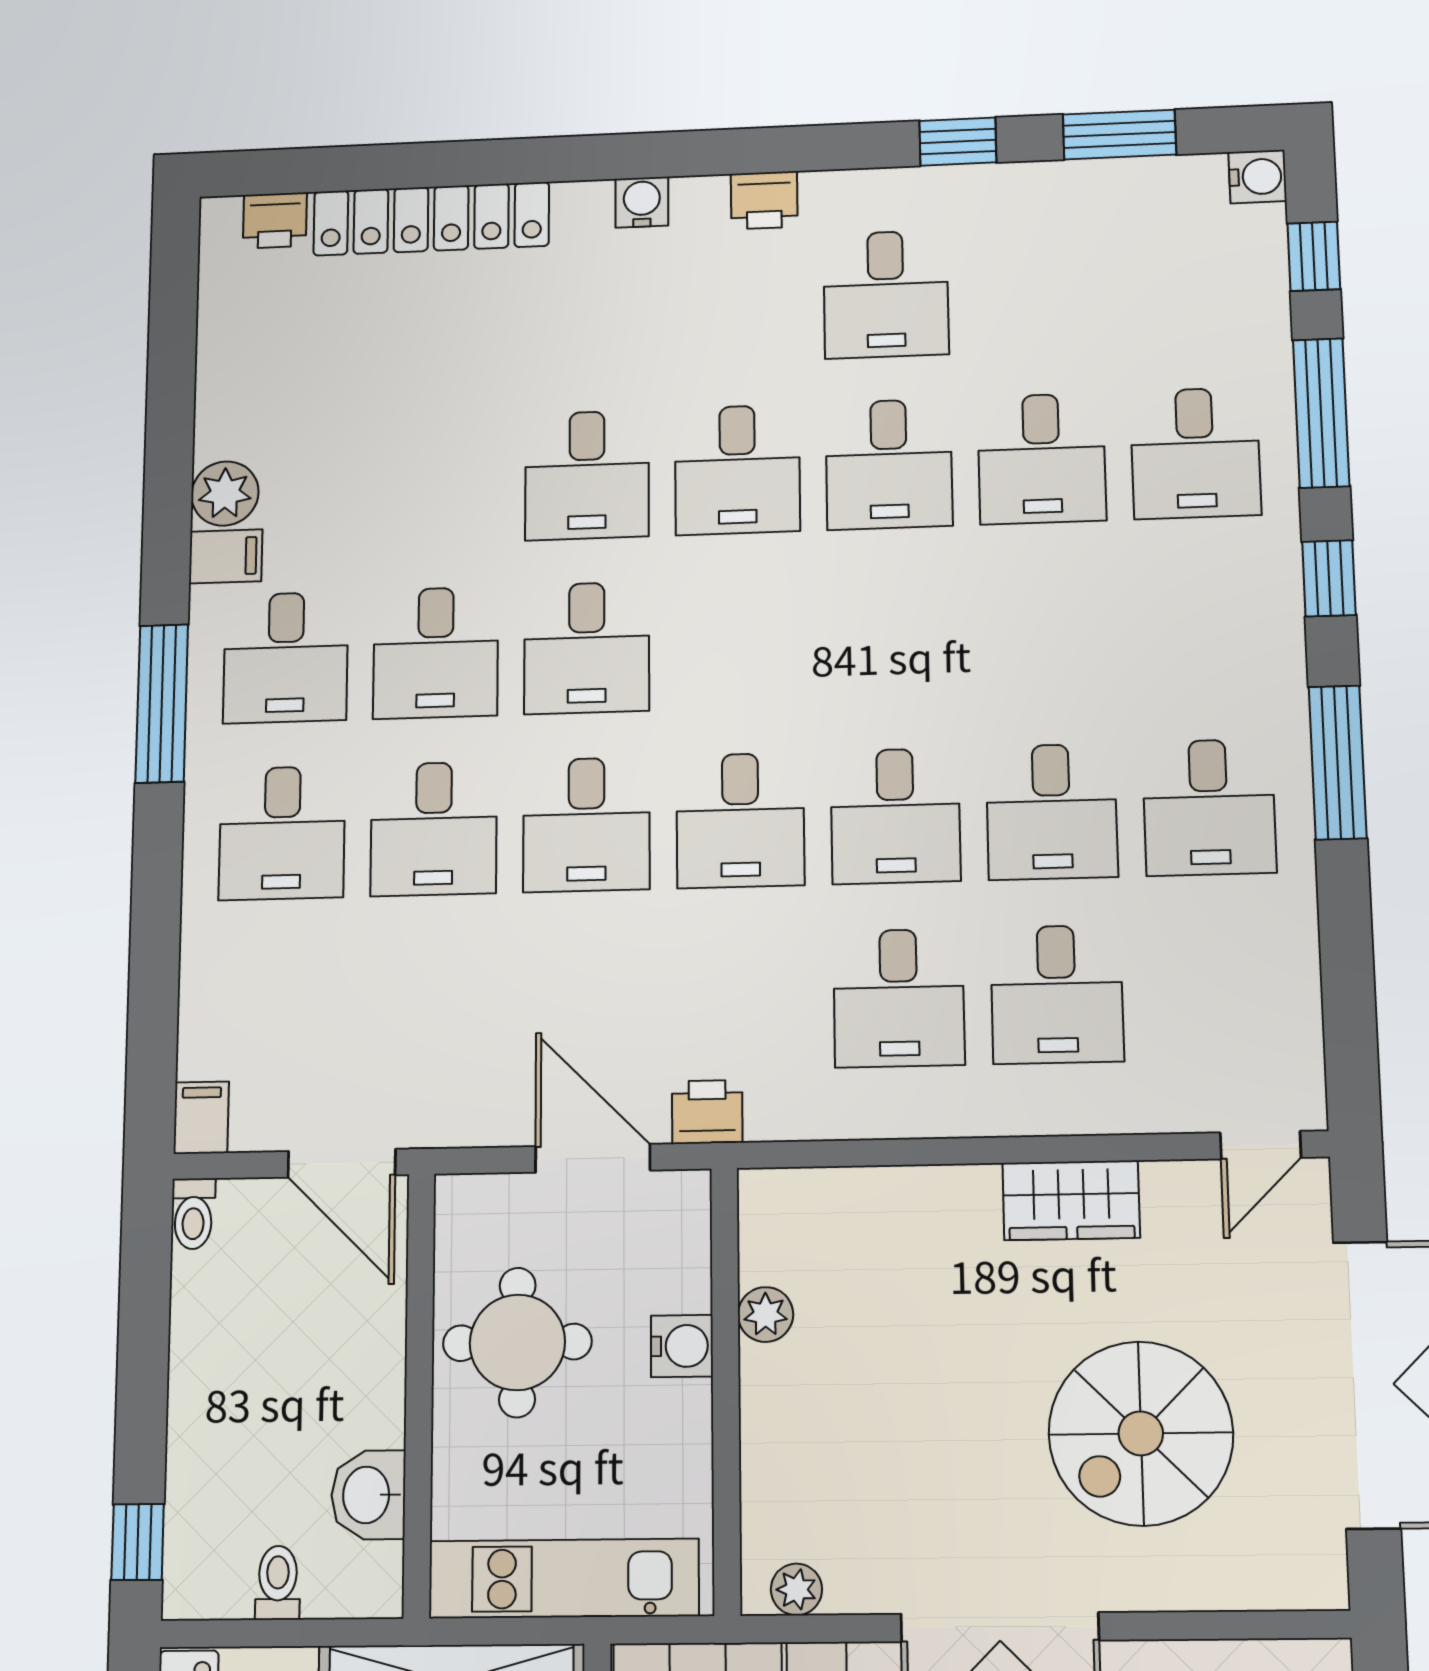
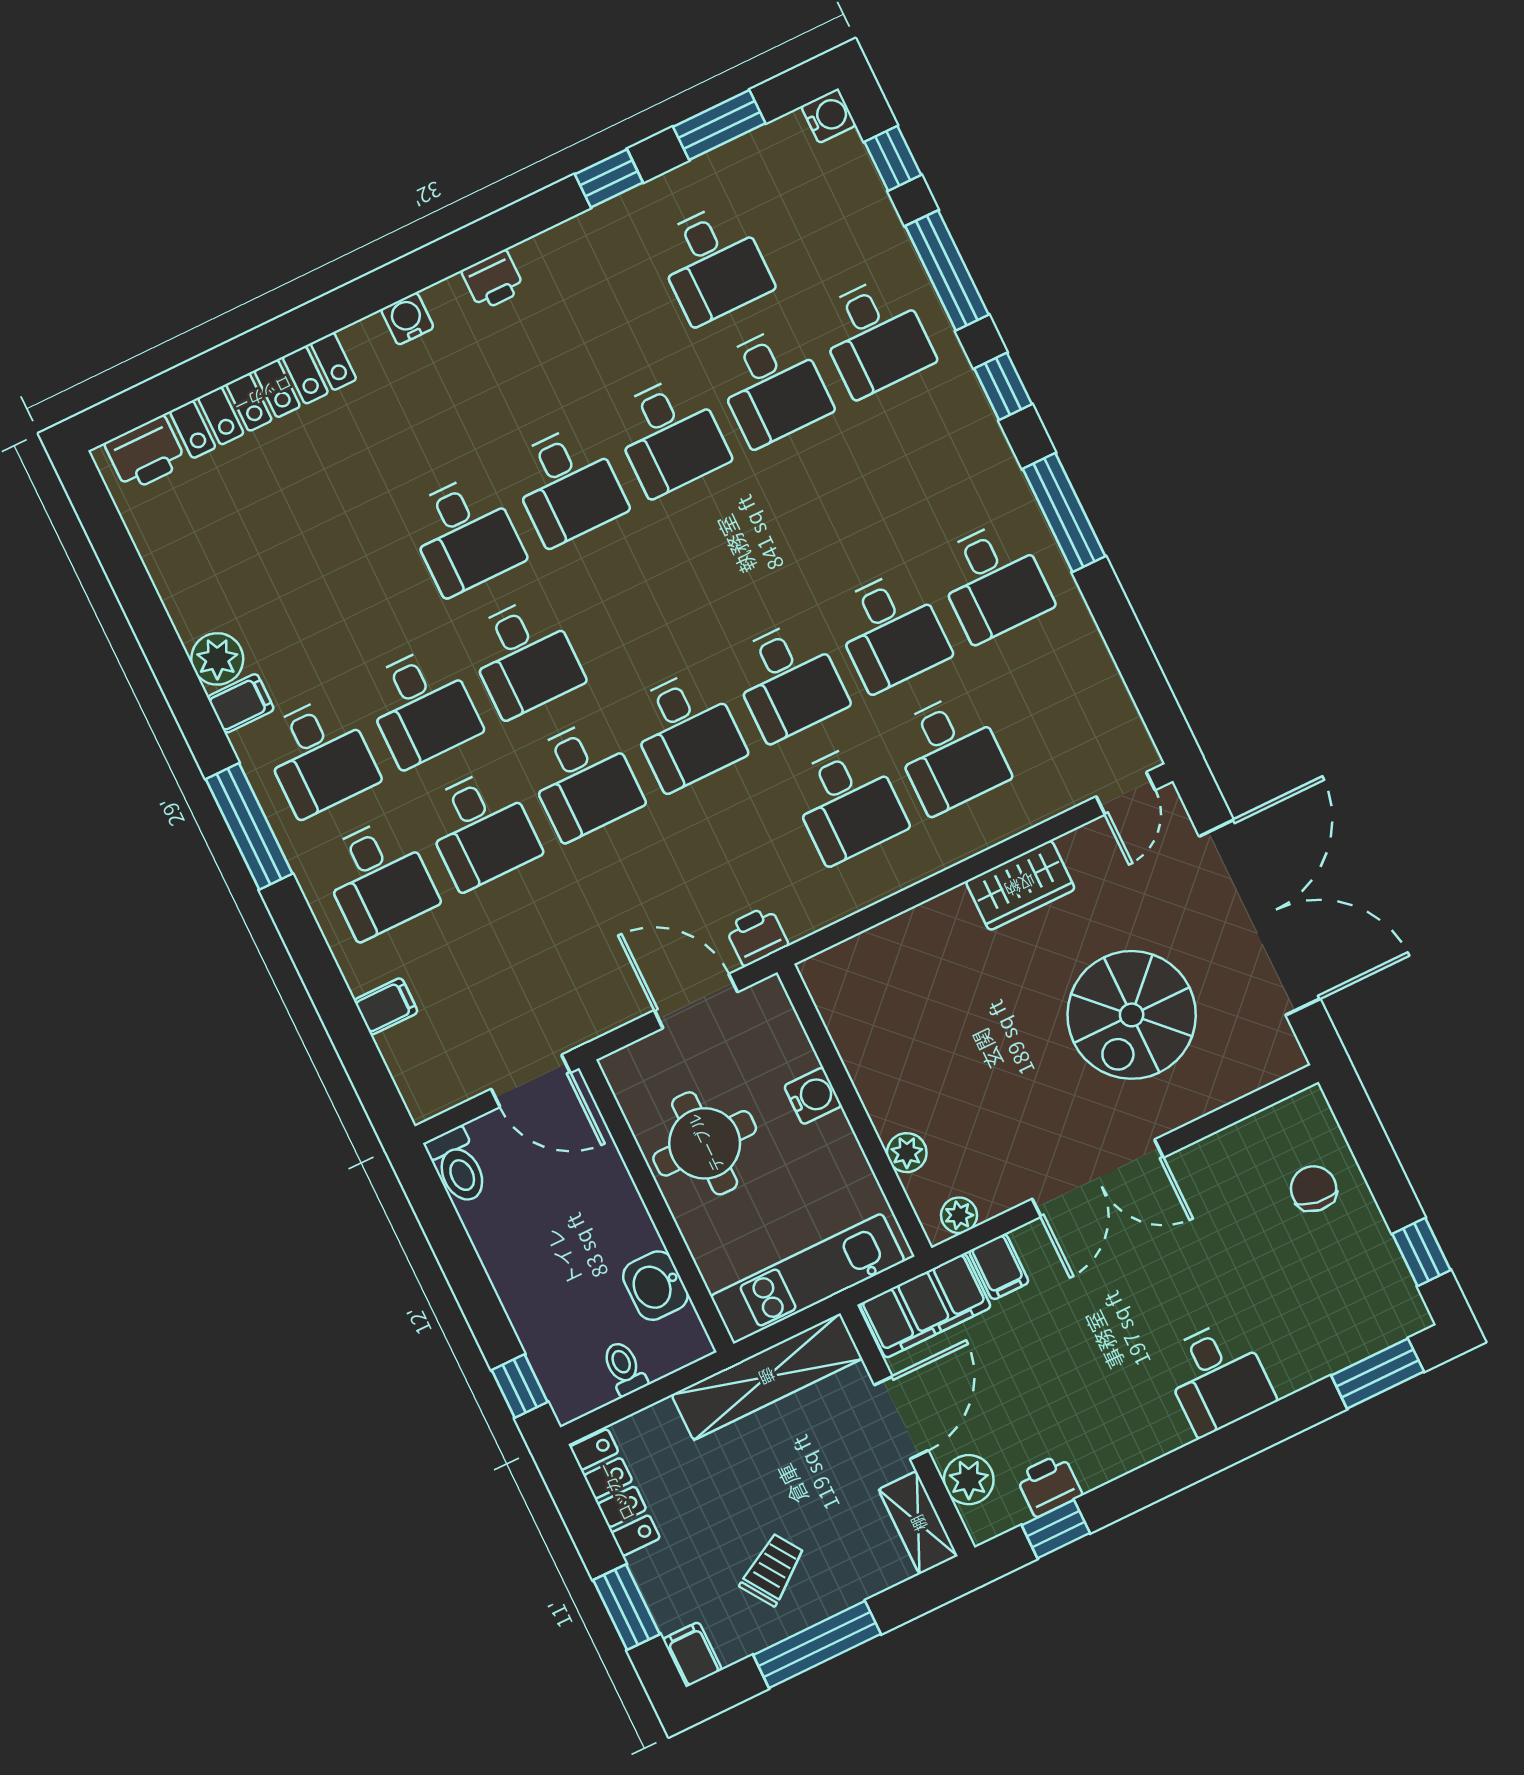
printer: (275, 220) -> (146, 454), width x1.36, depth x1.24
desk: (886, 294) -> (713, 263), moved
filing cabinet: (201, 1118) -> (386, 1006), moved, turned 90
toilet: (193, 1214) -> (458, 1166), width x1.37, depth x1.39
plant: (766, 1314) -> (907, 1153), moved

